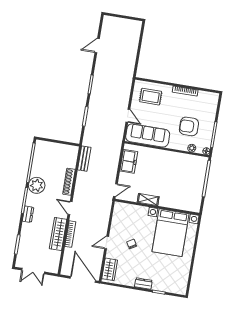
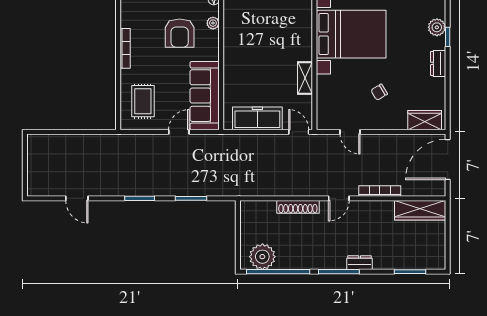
bench: (84, 159) -> (258, 189), removed
freezer: (129, 161) -> (257, 118), width x1.40
plant: (37, 185) -> (262, 257), moved
wardrobe: (58, 234) -> (420, 210), moved
door: (107, 243) -> (350, 132), moved
double door: (33, 271) -> (448, 240), removed
plant: (166, 286) -> (437, 27), added

